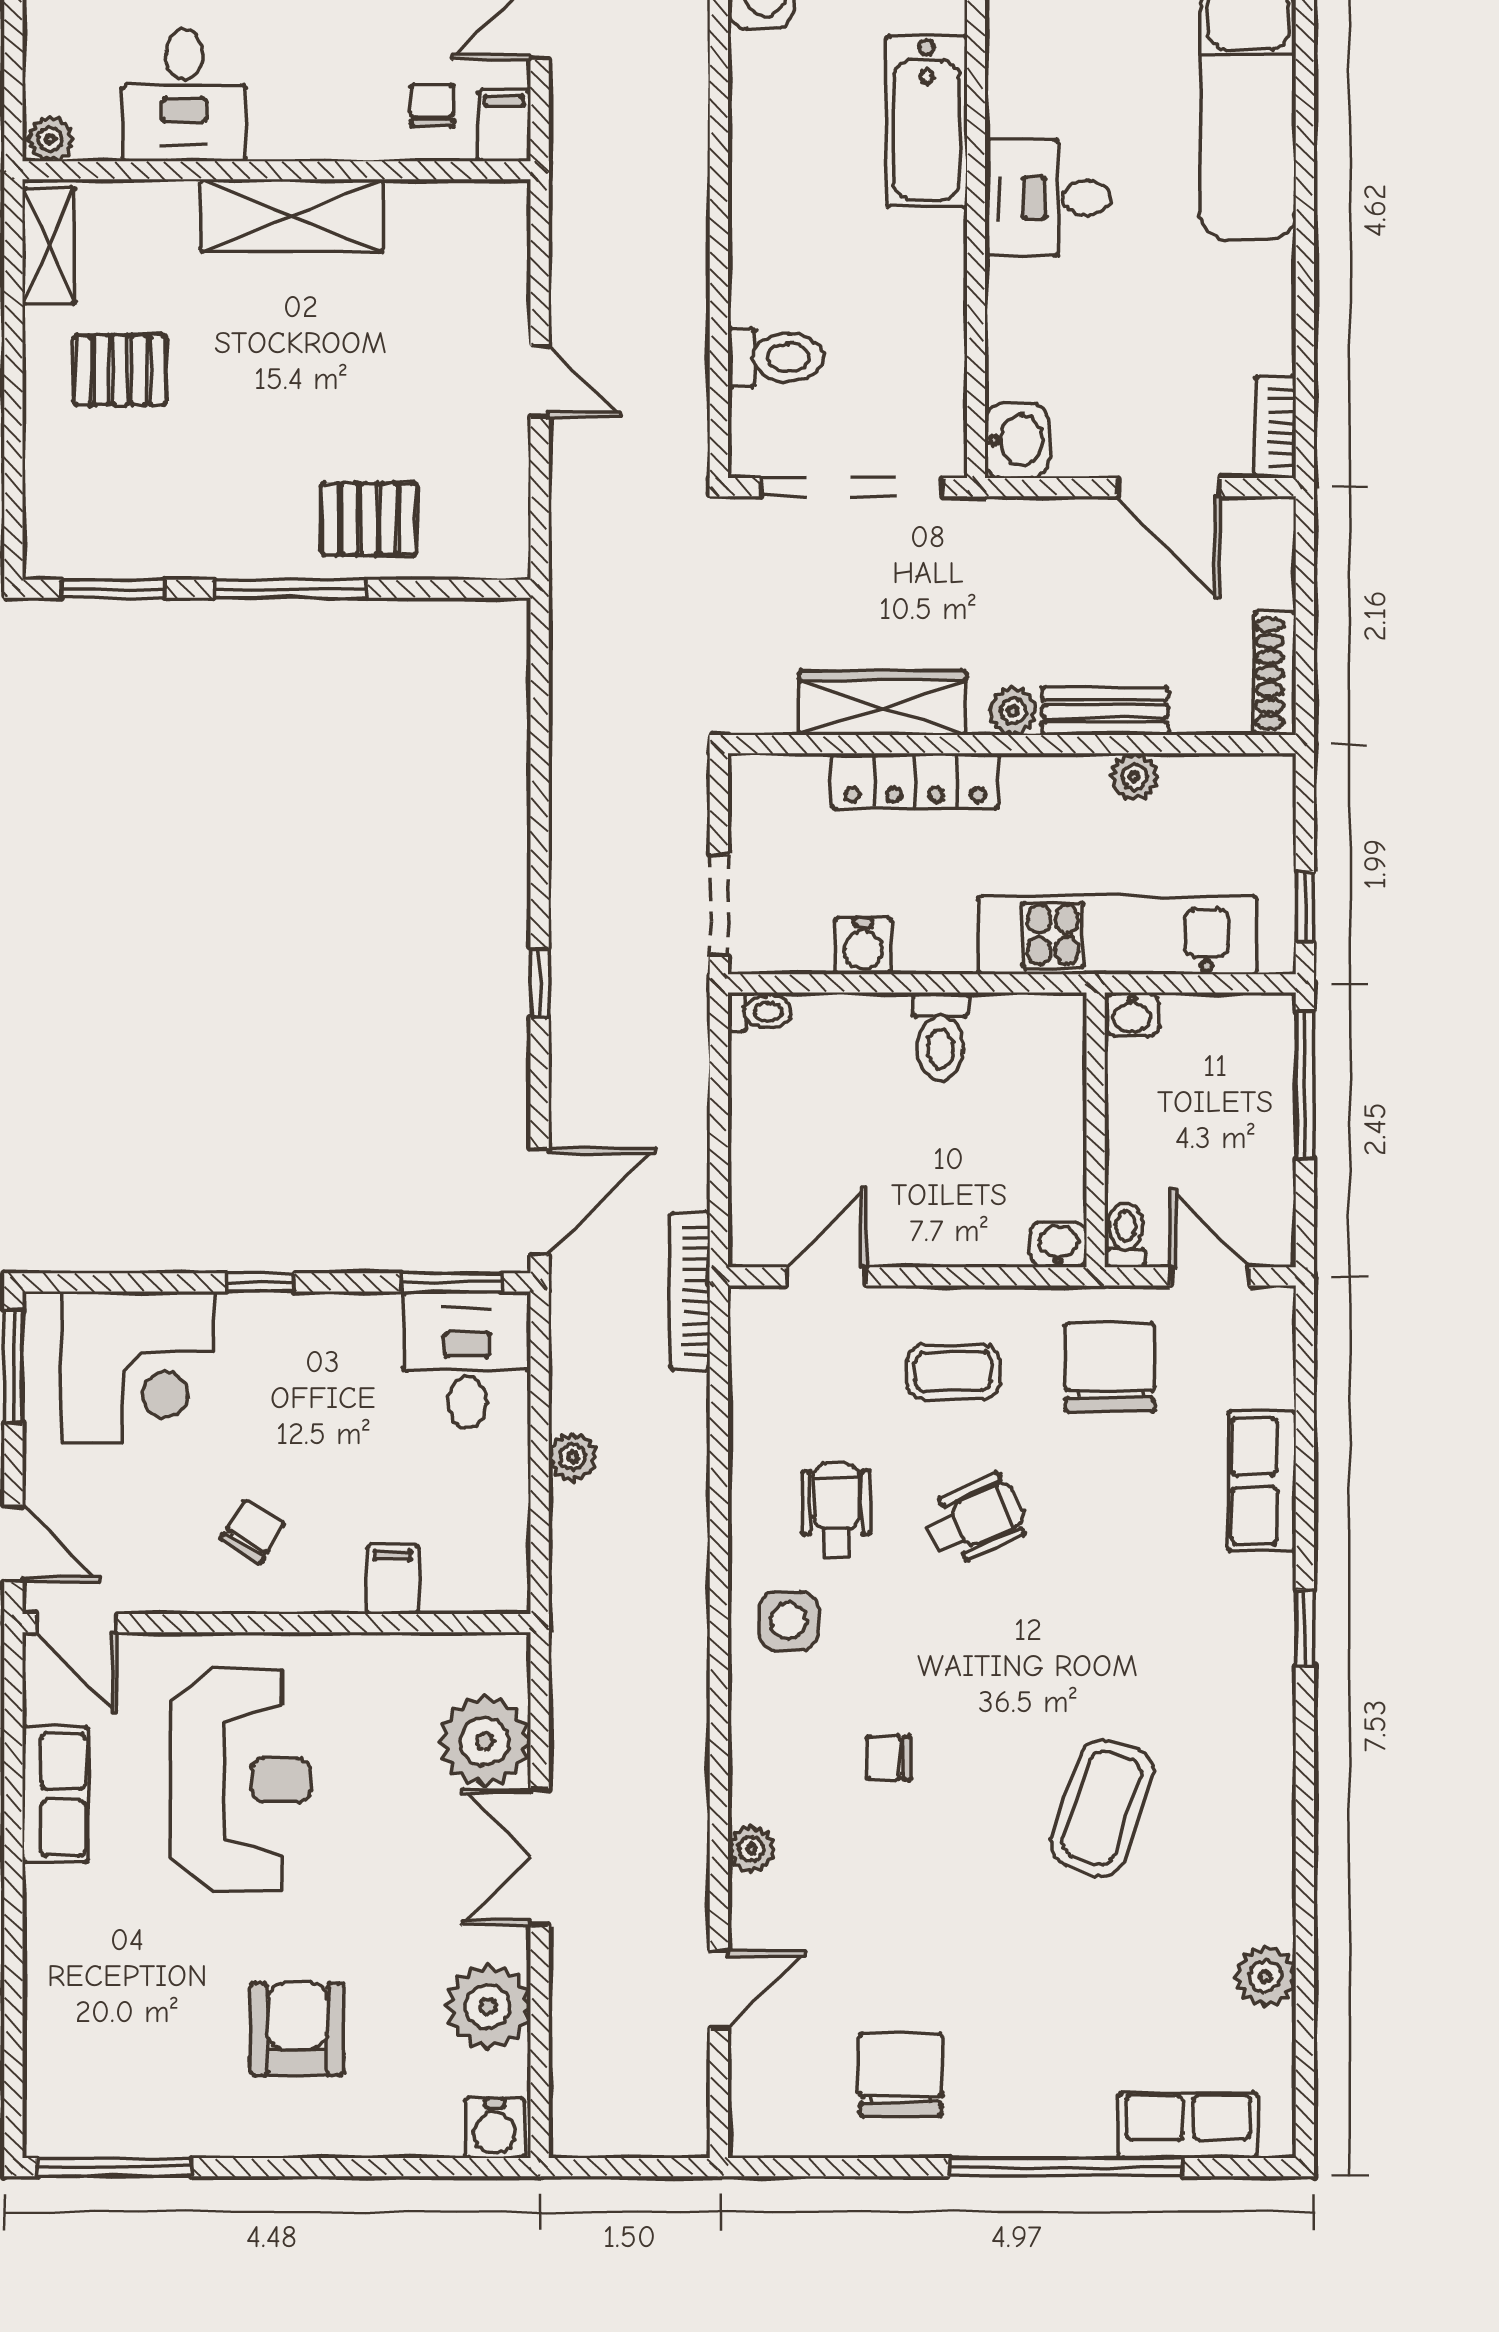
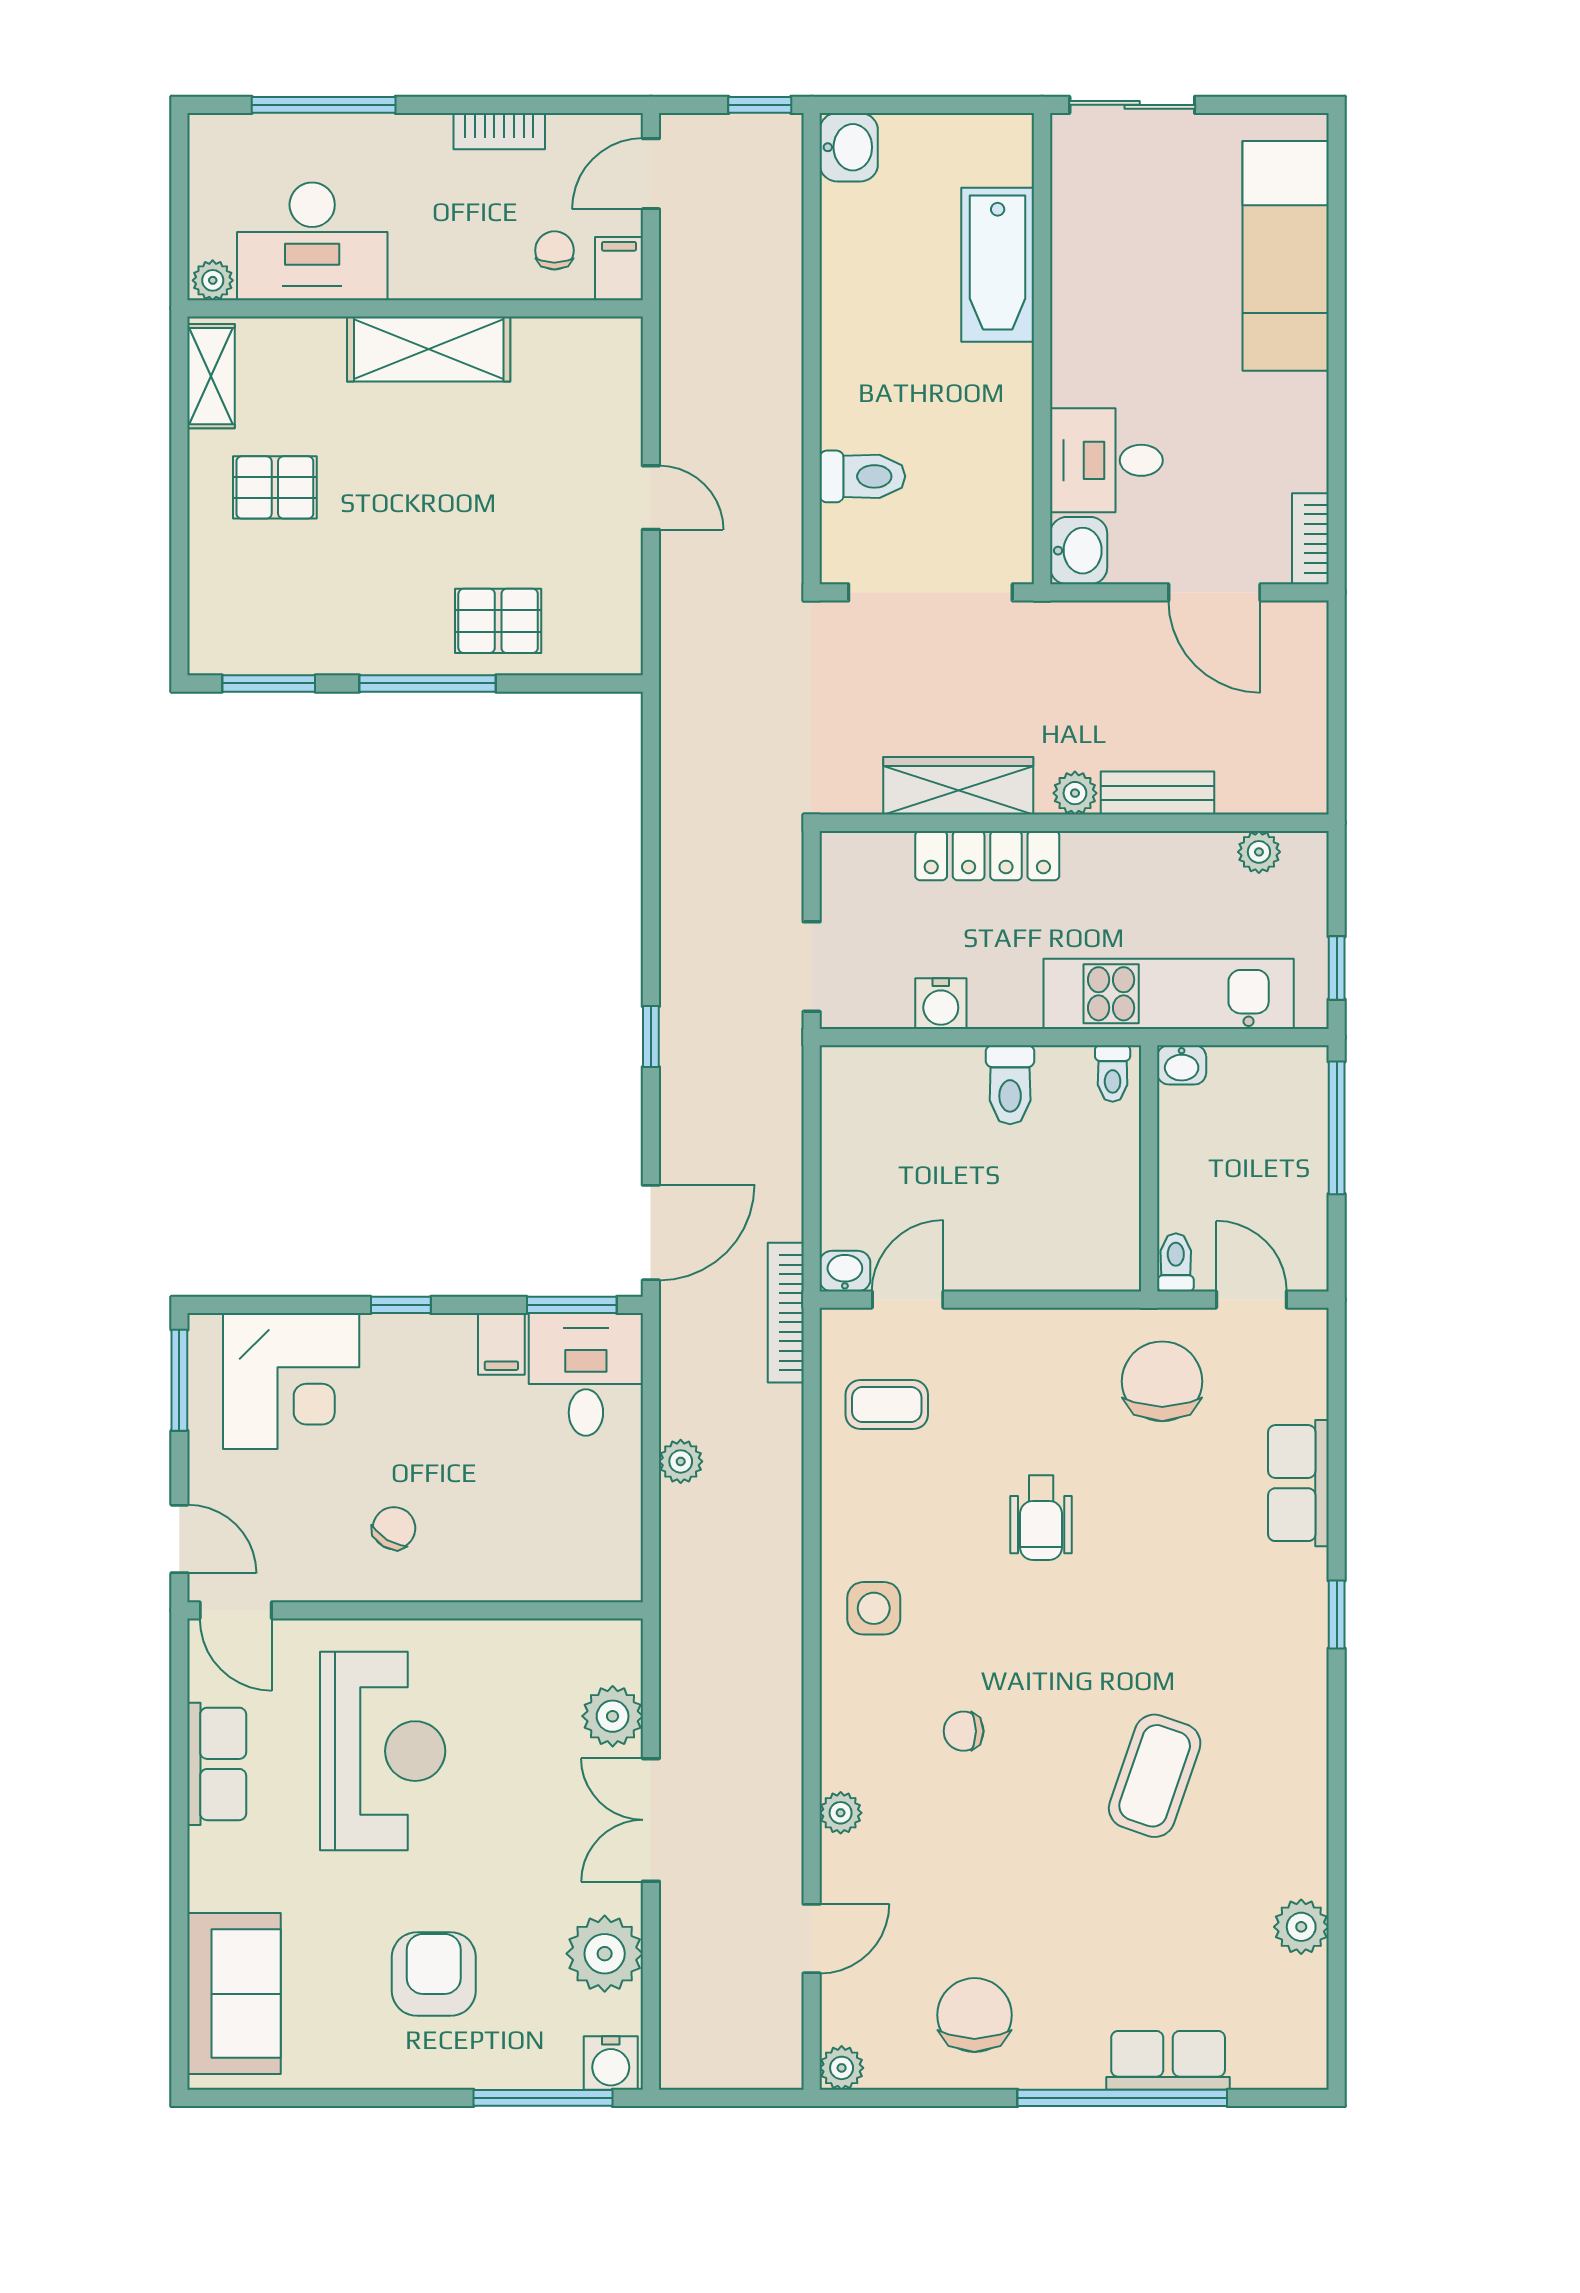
desk: (184, 95) -> (312, 241), width x1.37
desk: (1048, 198) -> (1106, 460), moved
shoe rack: (1275, 674) -> (1310, 759), removed
plant: (1134, 777) -> (1259, 852), moved
toilet: (760, 1012) -> (1113, 1074), moved, turned 90
washbasin: (1058, 1245) -> (845, 1271), moved
coffee table: (953, 1372) -> (887, 1405), moved
wheelchair: (836, 1510) -> (917, 1509), removed
wheelchair: (975, 1520) -> (1041, 1518), turned 114
filing cabinet: (393, 1580) -> (501, 1344), moved, turned 180
plant: (484, 1741) -> (613, 1716), width x0.73, depth x0.73
sofa: (74, 2051) -> (234, 1994), added
row of seats: (1188, 2125) -> (1168, 2060), moved
plant: (752, 2134) -> (842, 2068), added
window: (114, 2167) -> (543, 2098), moved

